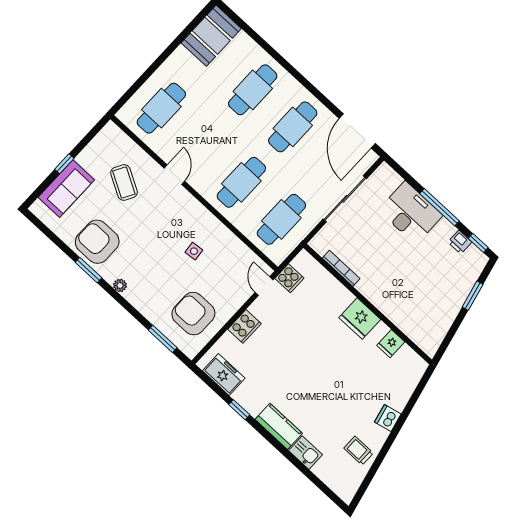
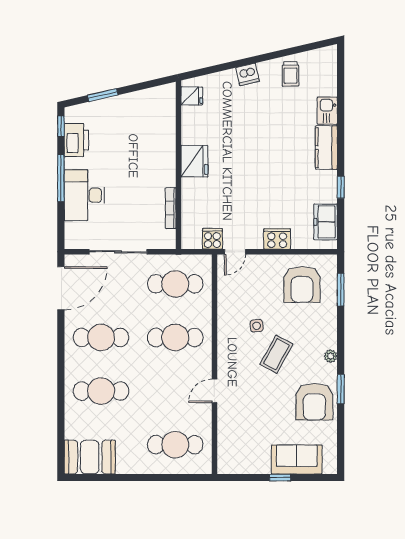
coffee table: (124, 182) -> (276, 354), moved
printer: (460, 242) -> (76, 140), width x1.87, depth x1.48
fridge: (391, 344) -> (192, 96), moved

